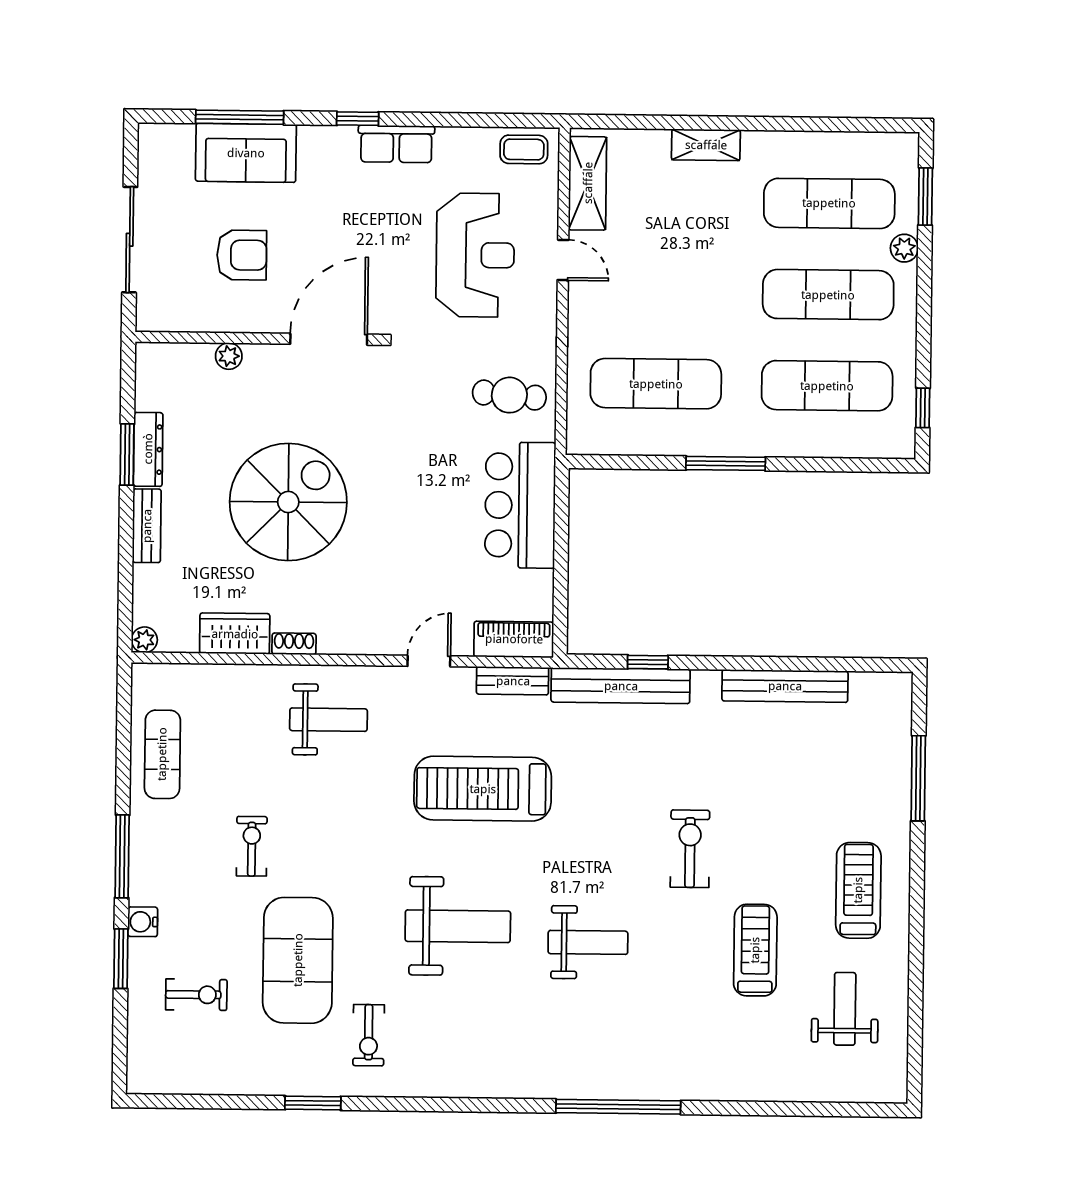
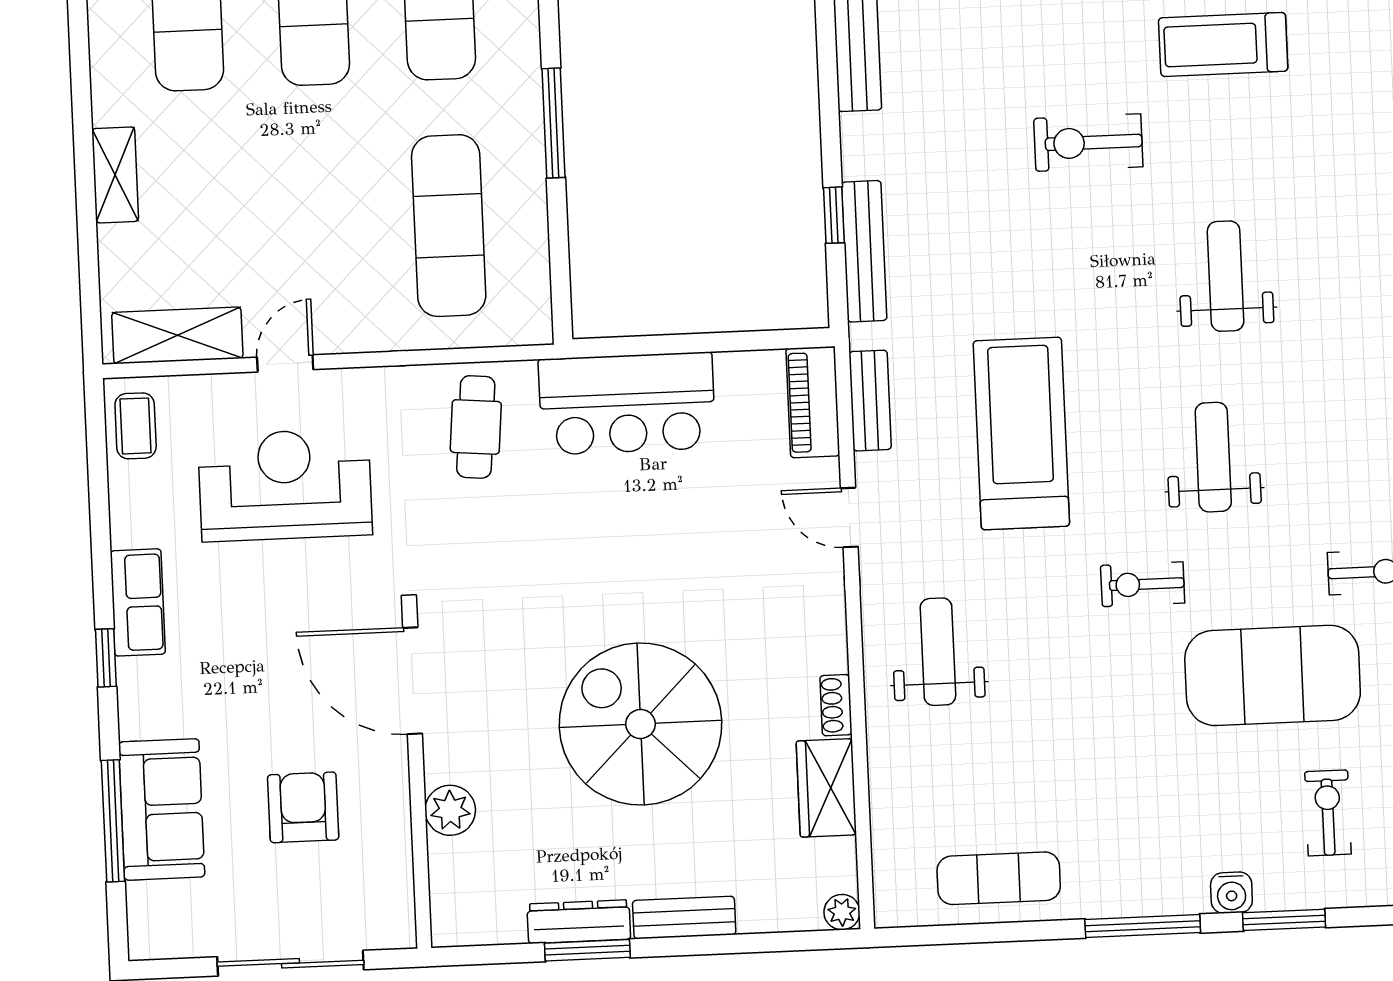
plant: (229, 356) -> (450, 810), width x1.38, depth x1.38
bench: (621, 686) -> (864, 251), width x0.73, depth x0.82
treadmill: (483, 789) -> (1021, 433), turned 180
exercise bike: (252, 846) -> (1143, 584), moved
weight bench: (458, 926) -> (1213, 457), width x0.73, depth x0.75

